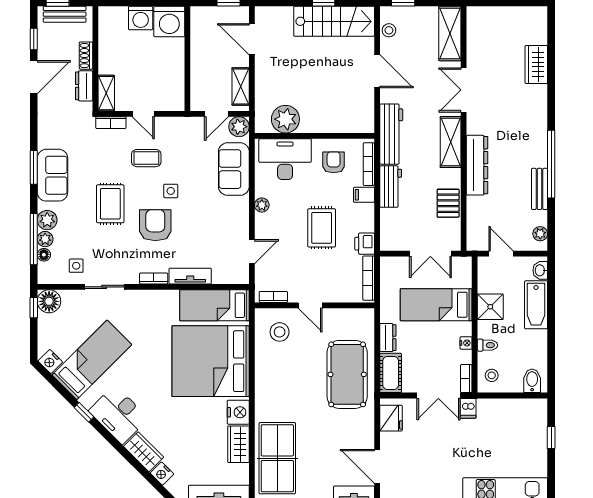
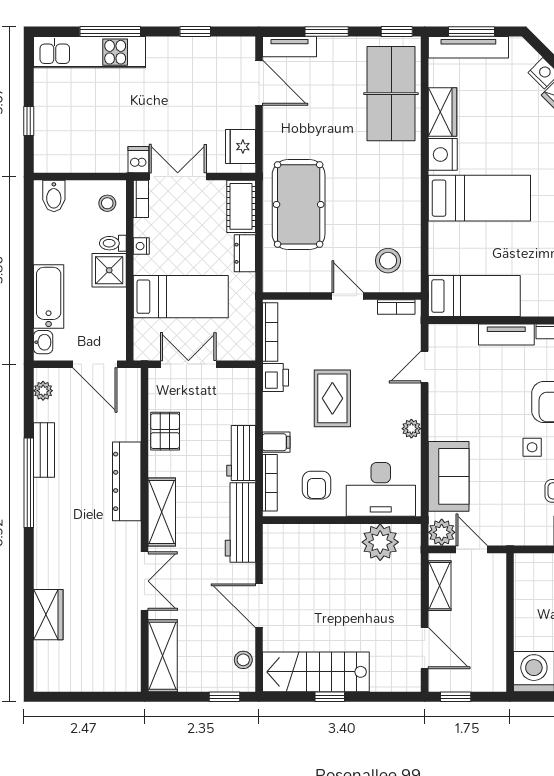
door: (216, 114) -> (472, 549), hinge flipped
door: (501, 254) -> (95, 364), width x1.38
shower: (490, 307) -> (109, 270), moved
bed: (211, 361) -> (479, 198), width x0.49

